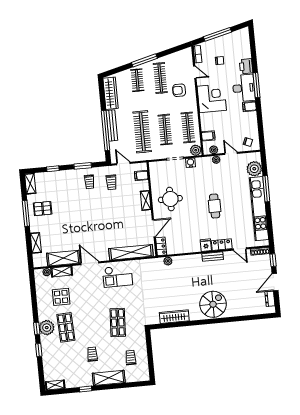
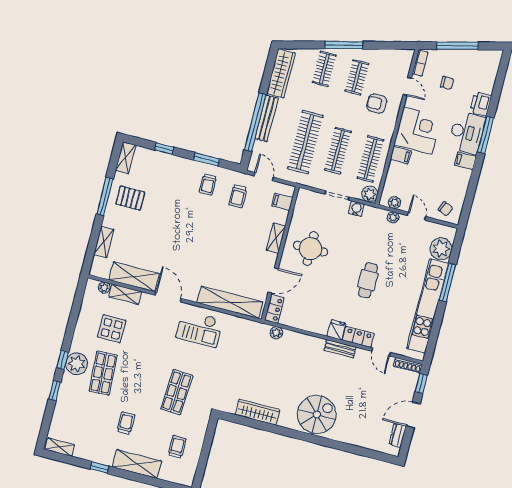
clothes rail: (160, 78) -> (357, 77), width x0.73
filing cabinet: (208, 136) -> (401, 155), moved

